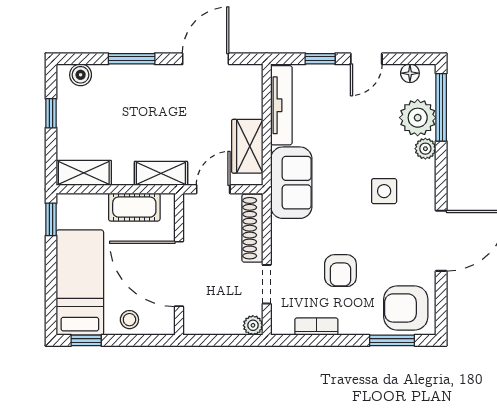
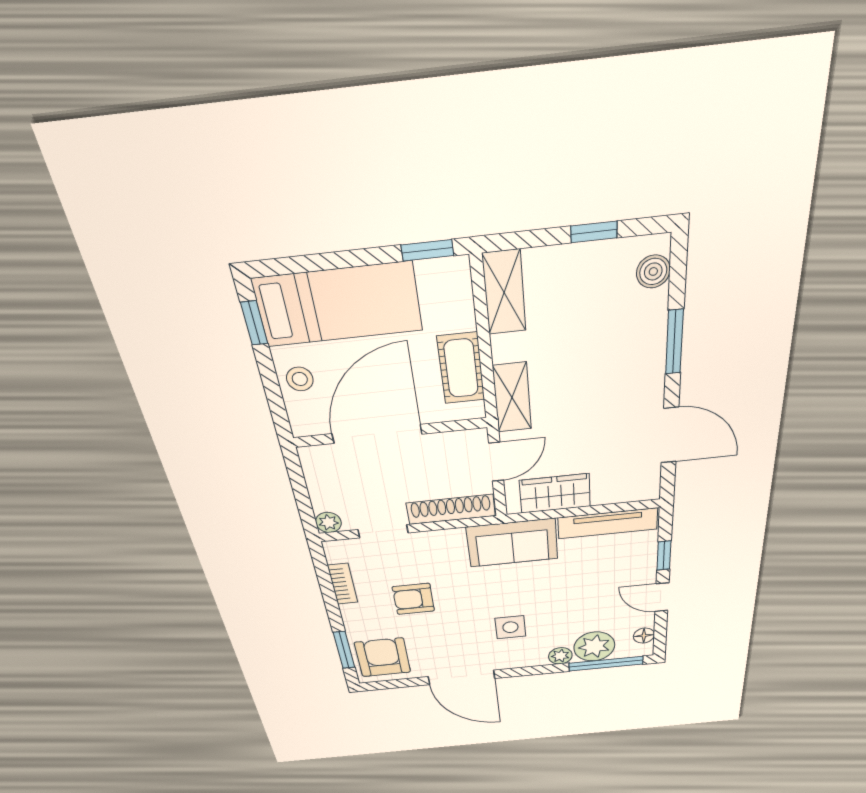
door: (213, 189) -> (496, 462), hinge flipped

